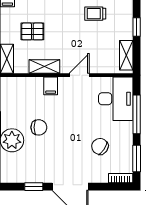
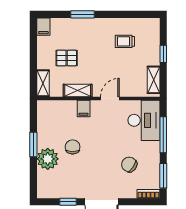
chair: (39, 127) -> (73, 147), turned -90

